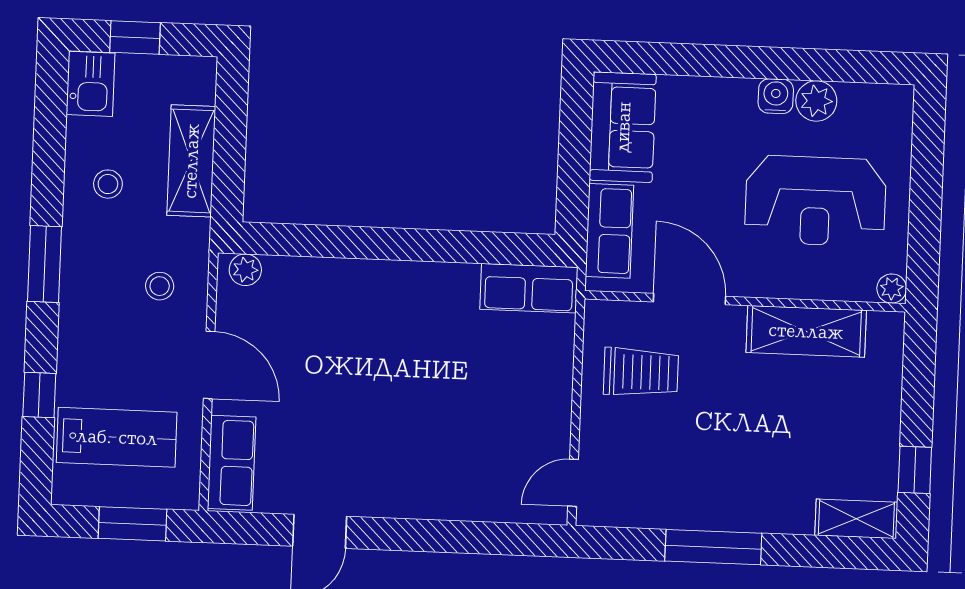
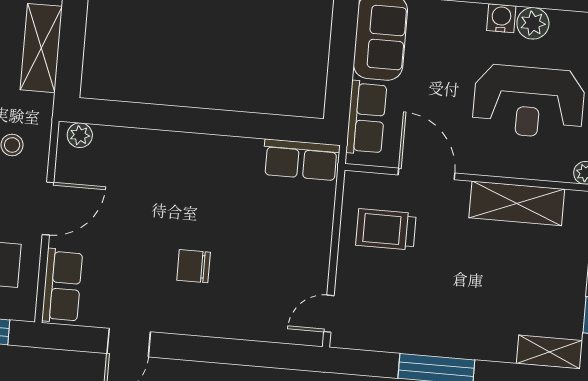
door: (209, 365) -> (48, 208), hinge flipped
trolley: (641, 372) -> (386, 229), turned 180
chair: (398, 430) -> (194, 266), added

